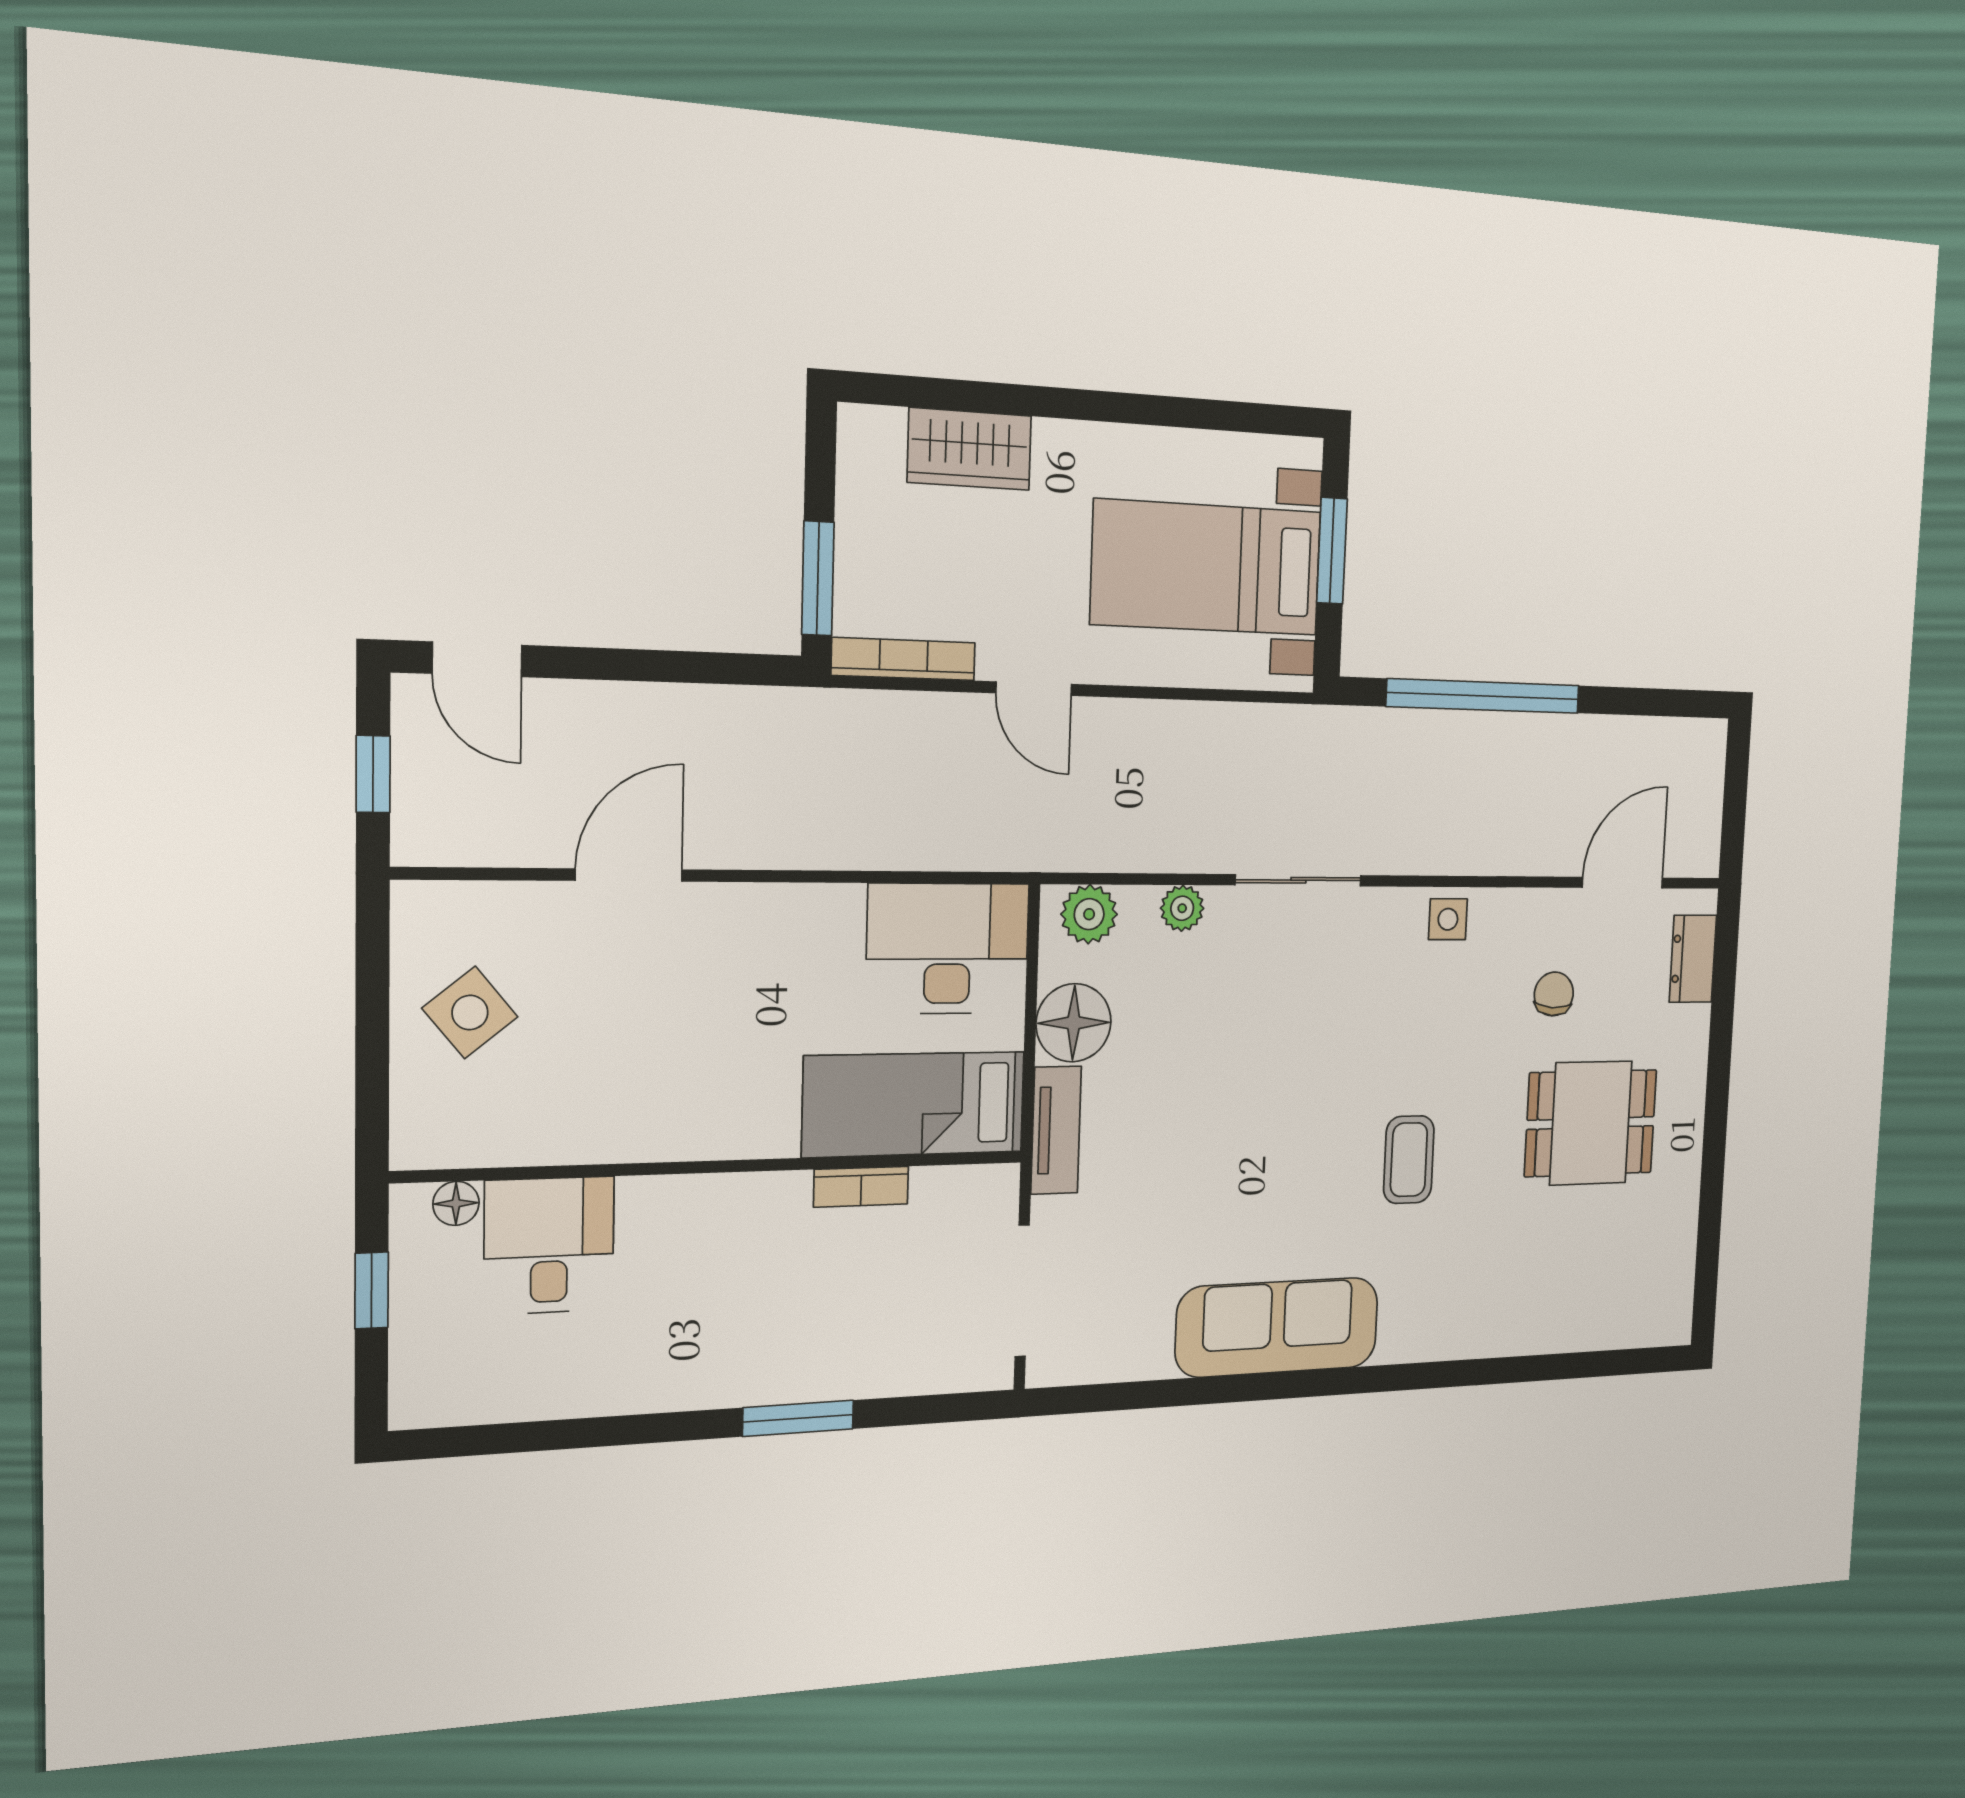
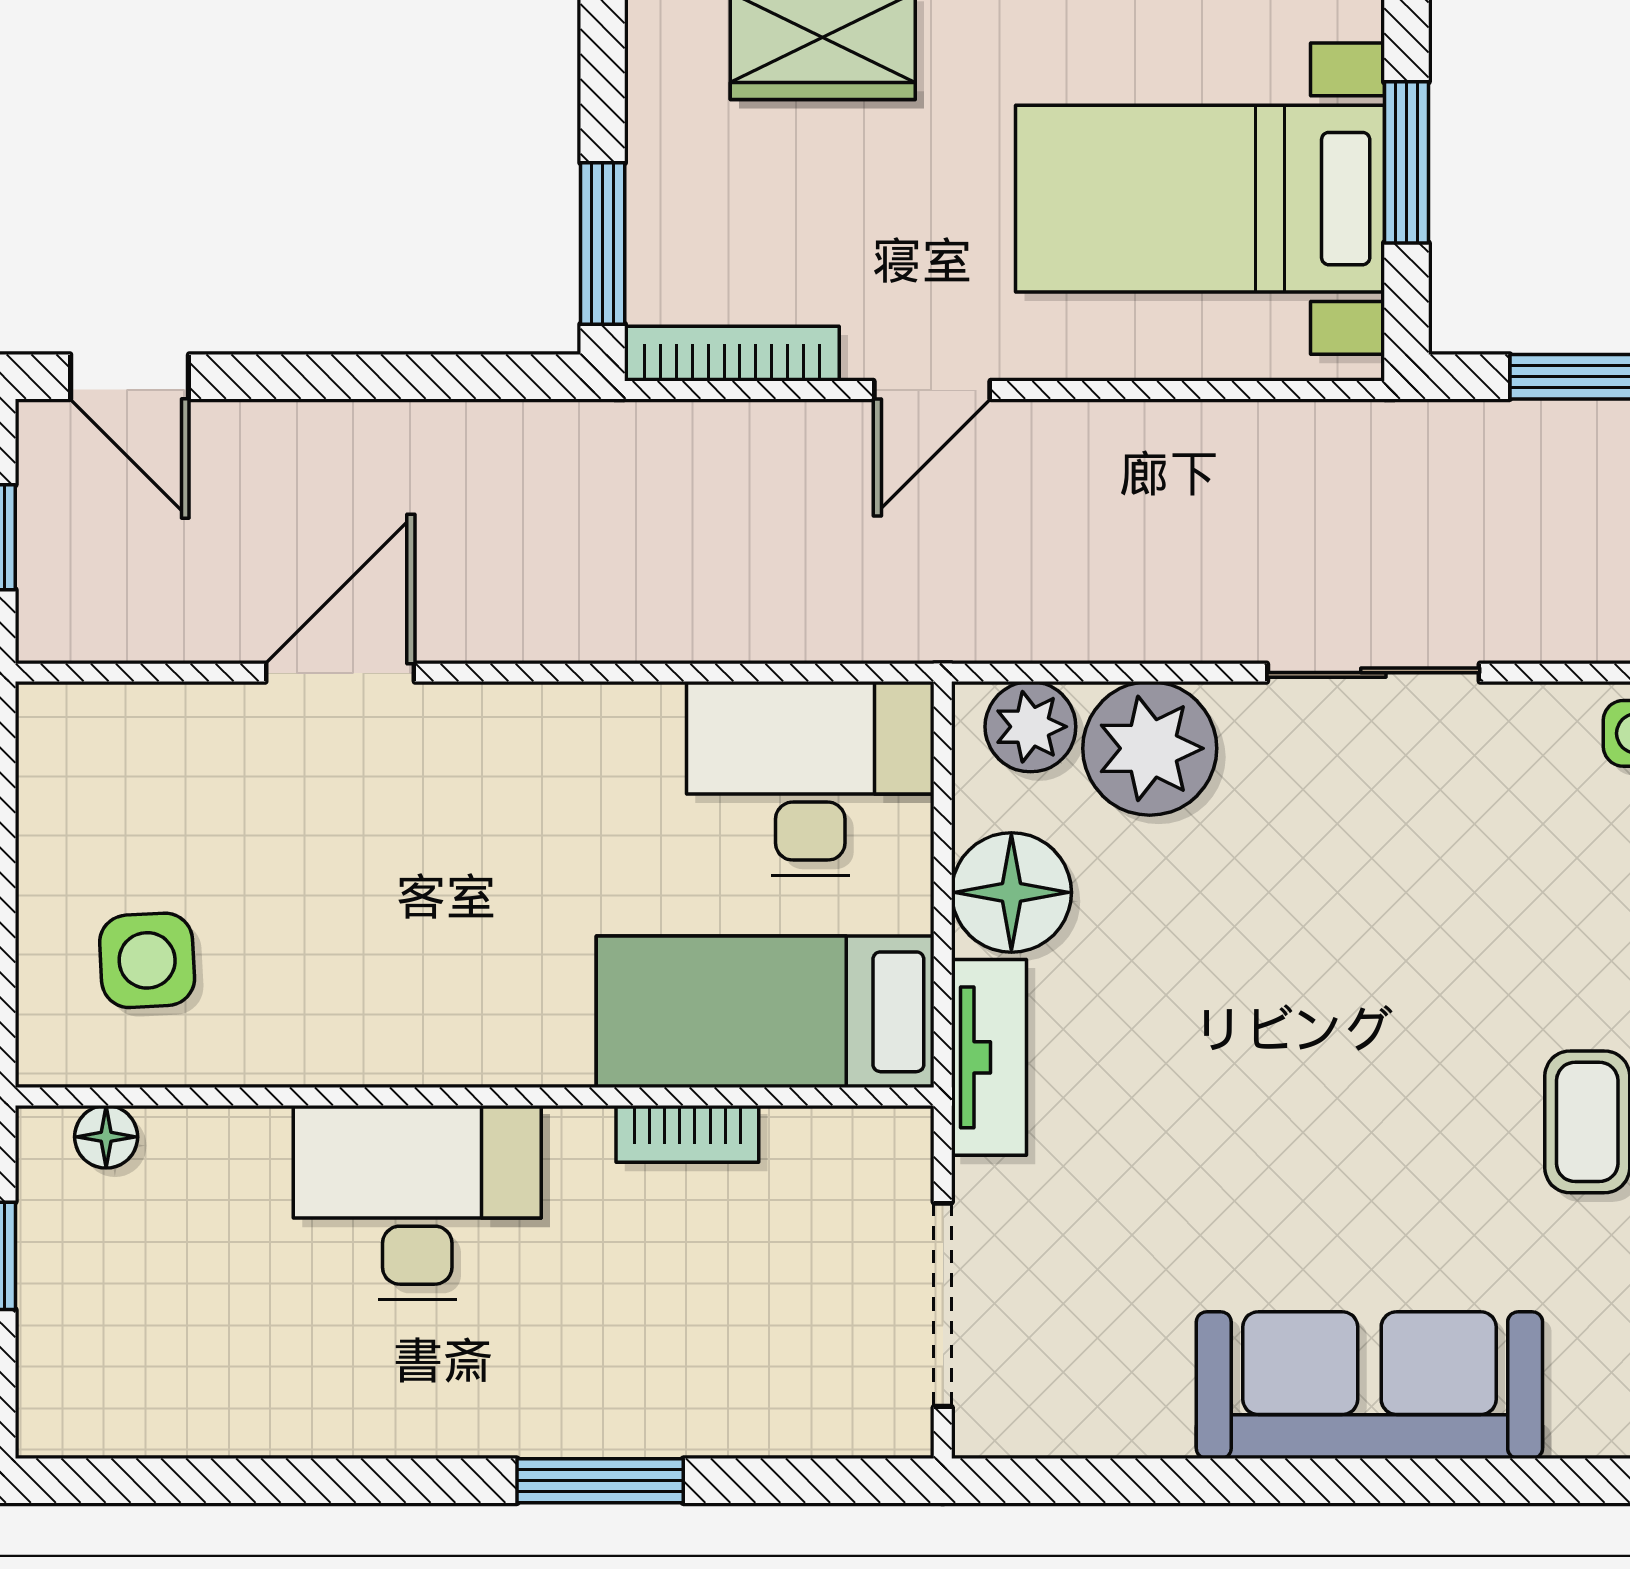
door: (1034, 689) -> (932, 390), hinge flipped
plant: (1182, 908) -> (1150, 748), width x1.87, depth x1.87
side table: (470, 1013) -> (147, 960), moved, turned 36
desk: (549, 1245) -> (417, 1203), moved, width x1.37

